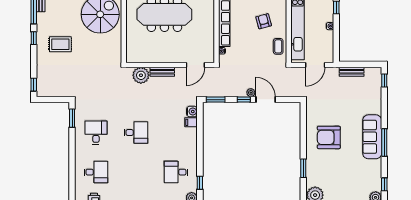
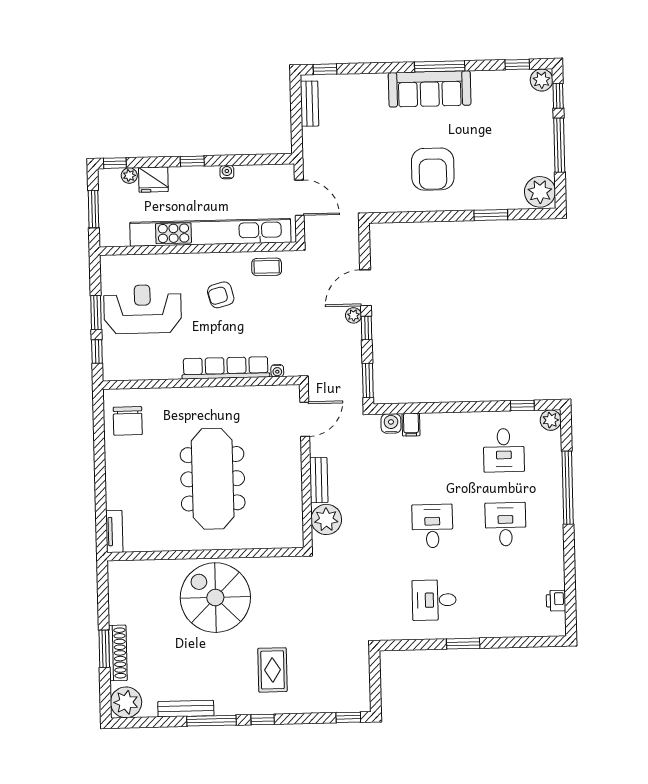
door: (195, 65) -> (305, 419), hinge flipped
bench: (352, 72) -> (310, 104), moved
window: (72, 118) -> (463, 644), moved
desk: (96, 172) -> (506, 524), moved

